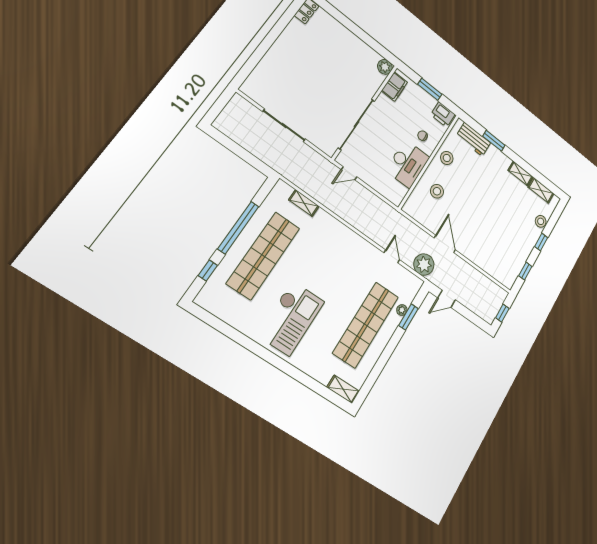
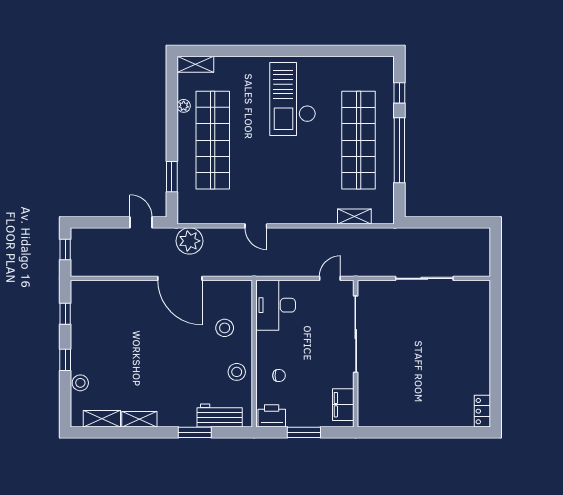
plant: (385, 67) -> (367, 418), removed
desk: (408, 164) -> (276, 305), moved
door: (445, 244) -> (180, 278), width x1.36
door: (392, 256) -> (256, 226), moved
door: (447, 299) -> (141, 222), hinge flipped
plant: (402, 310) -> (184, 106), moved

